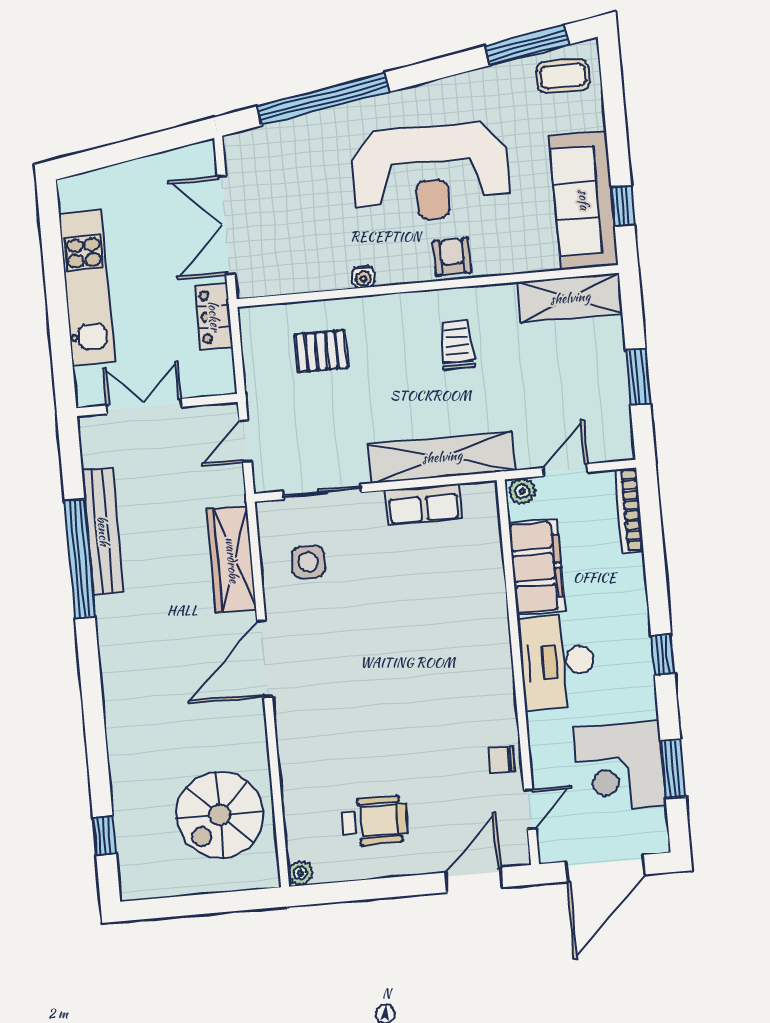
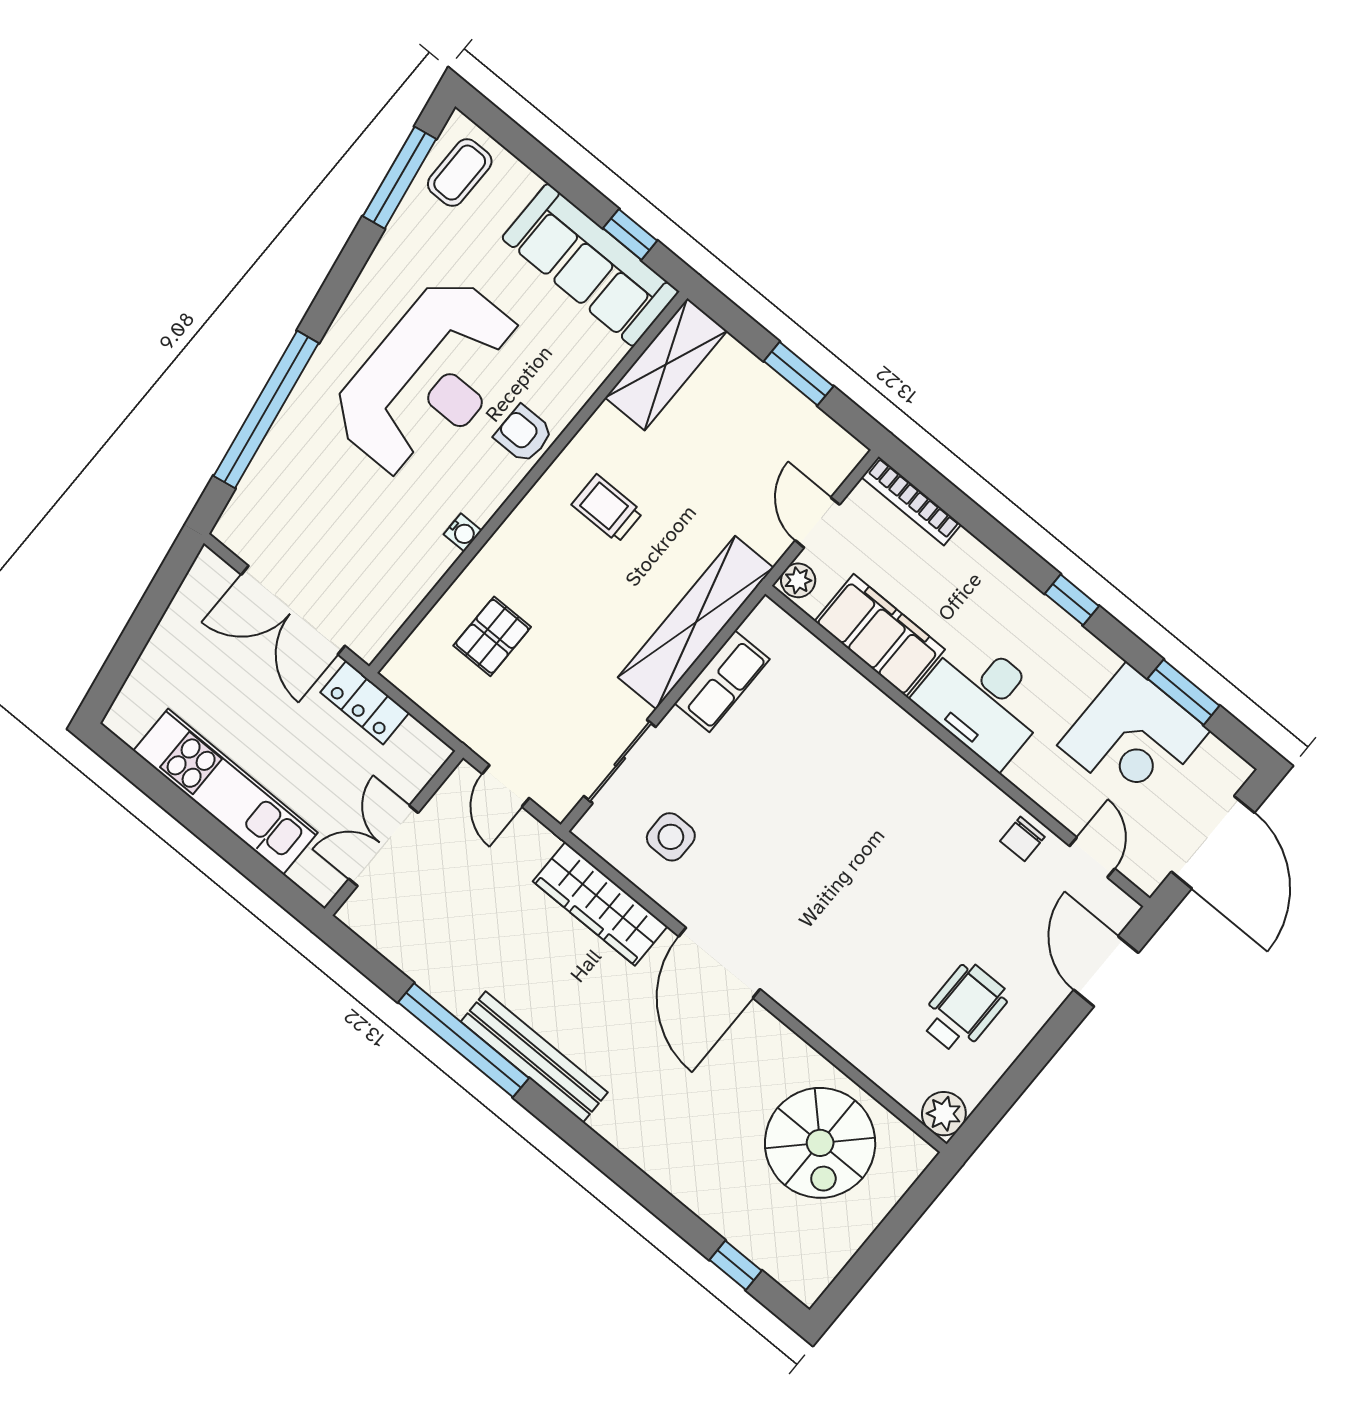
bench: (103, 531) -> (534, 1057), moved
plant: (300, 873) -> (944, 1114), width x1.38, depth x1.38

